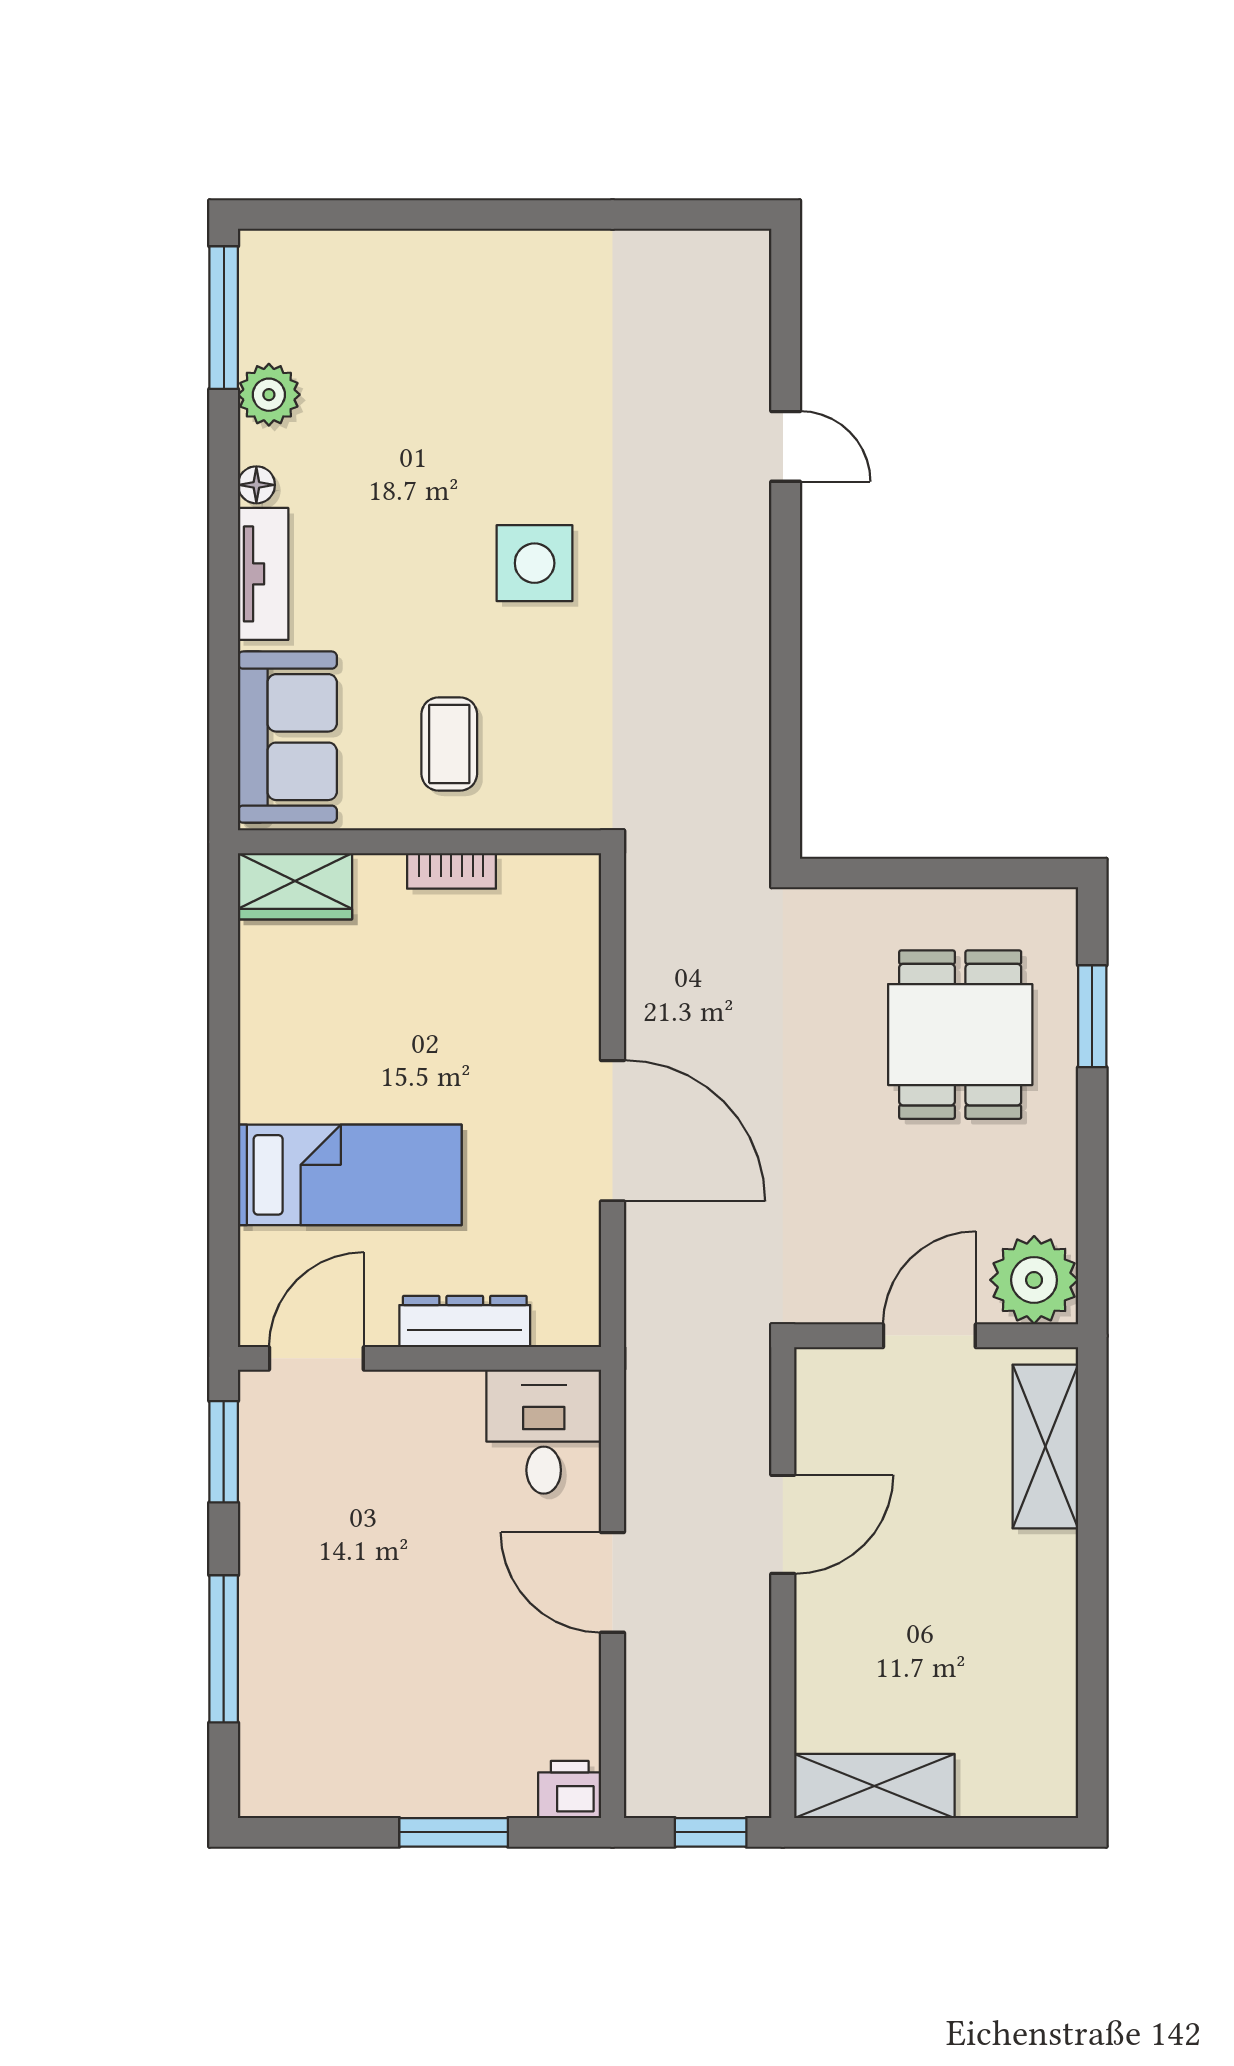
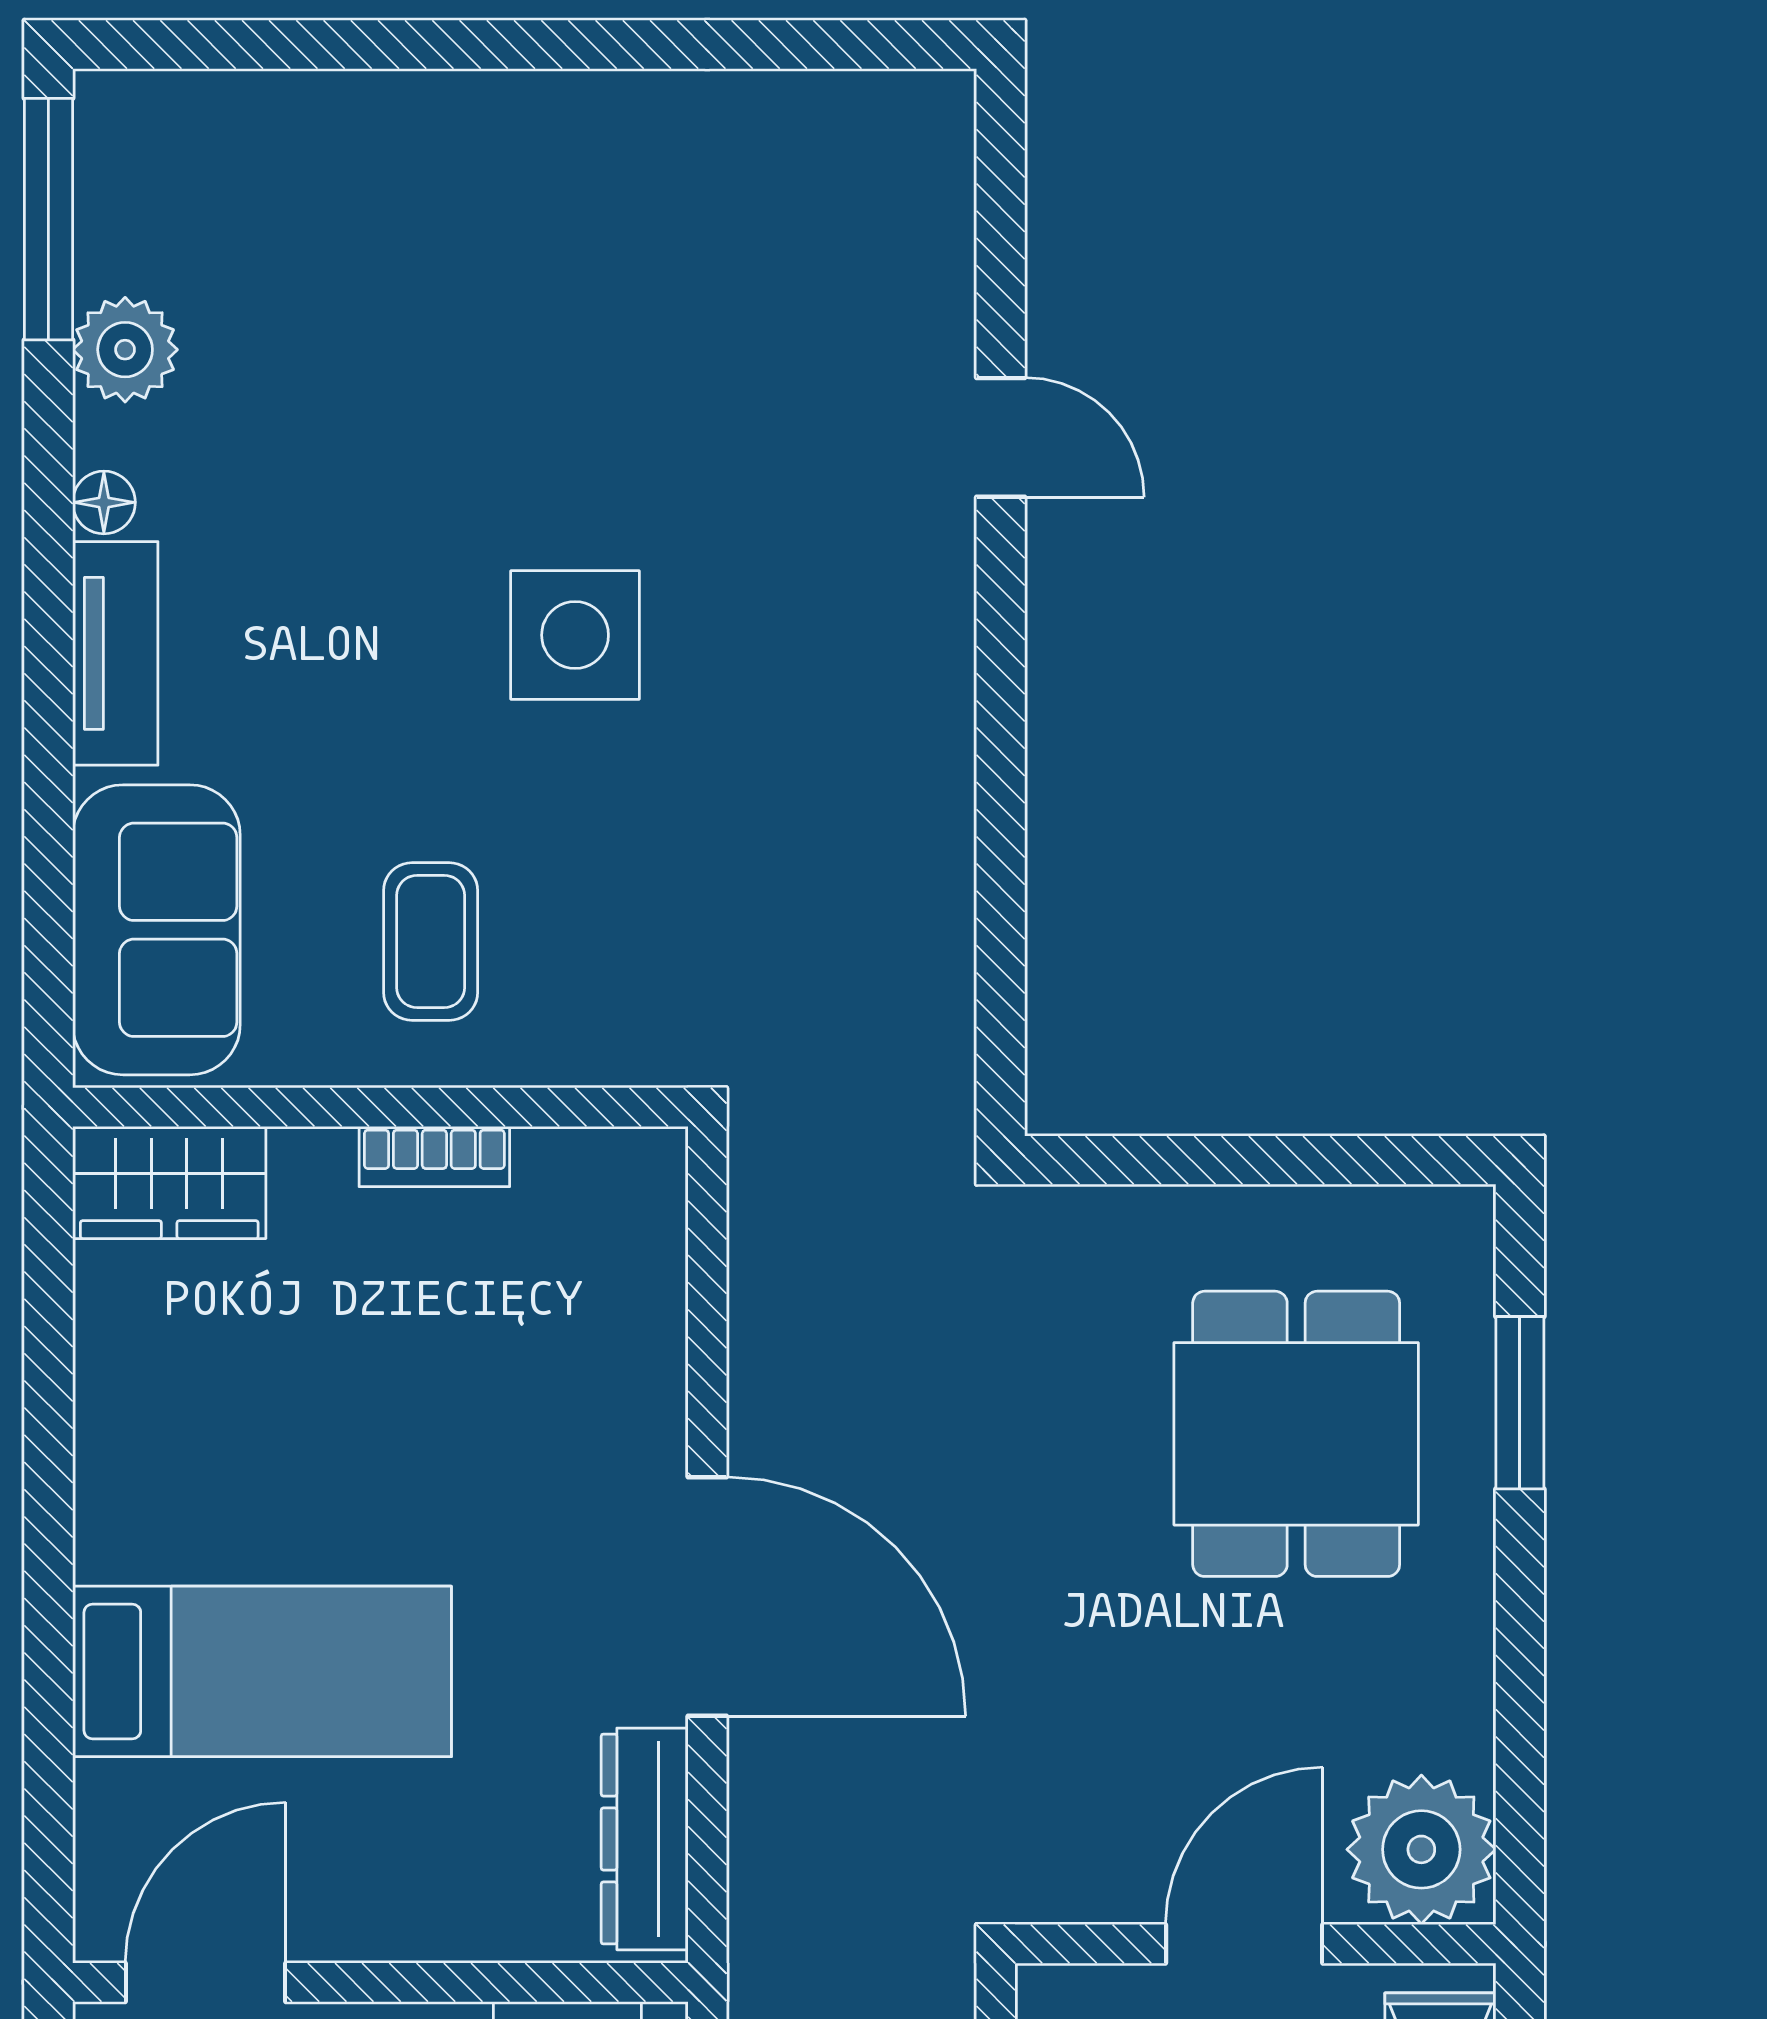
dresser: (465, 1321) -> (645, 1839), moved, turned -90

